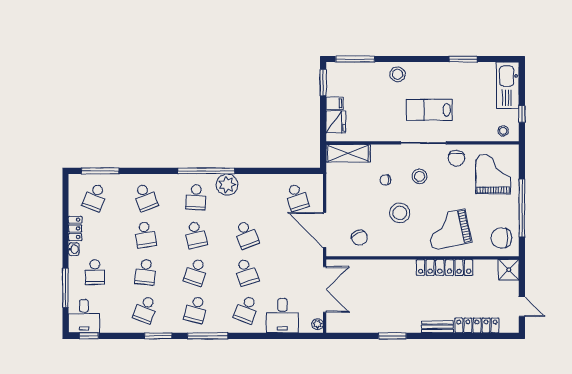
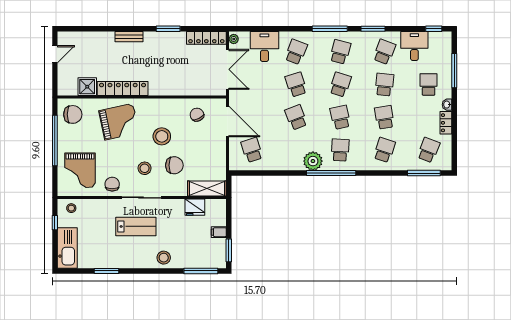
fridge: (336, 122) -> (195, 207), moved, turned -90
chair: (385, 180) -> (174, 165), width x1.87, depth x1.87
school desk: (145, 197) -> (384, 150), turned 39
shower: (509, 270) -> (87, 87), moved
double door: (325, 289) -> (227, 69), swing flipped
door: (522, 307) -> (55, 54), swing flipped
desk: (84, 316) -> (414, 46), moved
locker: (477, 325) -> (206, 38), moved

